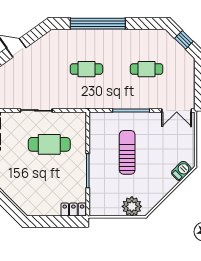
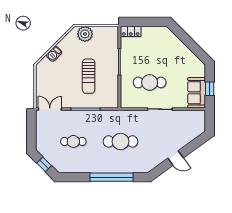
cafe table: (86, 69) -> (120, 141), width x1.37, depth x1.35
barbecue: (181, 171) -> (54, 54), moved

